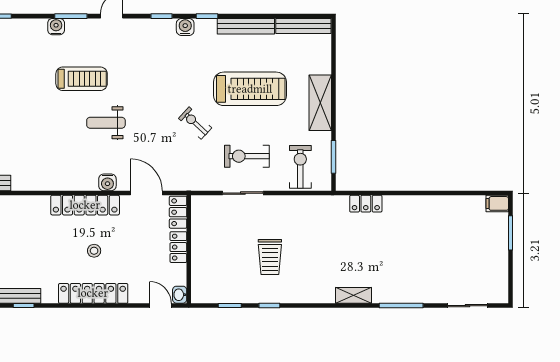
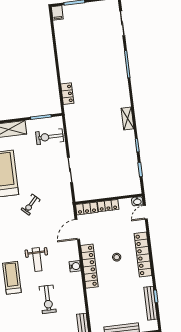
exercise bike: (247, 156) -> (48, 299), moved
water cooler: (107, 182) -> (75, 266), moved
trolley: (270, 257) -> (107, 149), removed
shelving: (354, 295) -> (128, 118), moved

